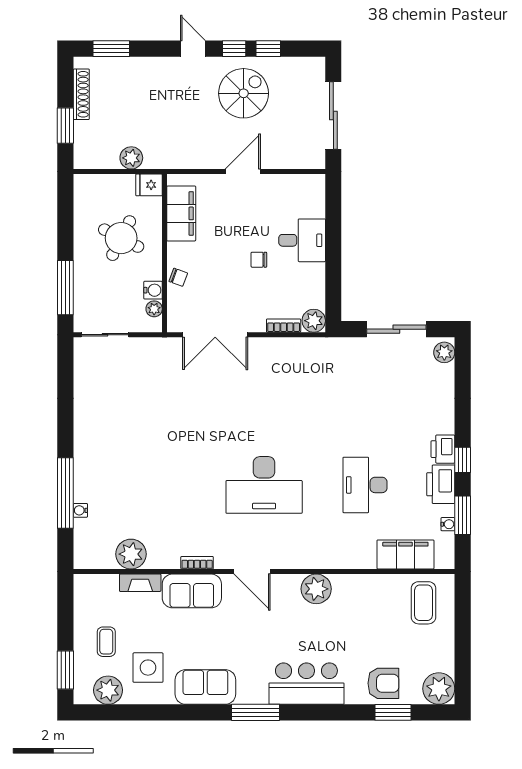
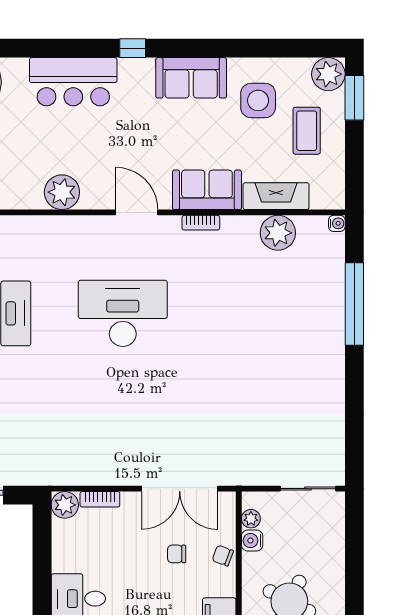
chair: (259, 260) -> (177, 554), moved, turned 180
window: (65, 288) -> (354, 543), removed
double door: (215, 335) -> (180, 489), swing flipped
water cooler: (80, 510) -> (337, 223), moved
fireplace: (140, 583) -> (276, 196), width x1.37, depth x1.32
coffee table: (106, 642) -> (307, 131), width x1.36, depth x1.30
plant: (108, 690) -> (328, 74), moved
window: (256, 712) -> (133, 48), width x0.46

